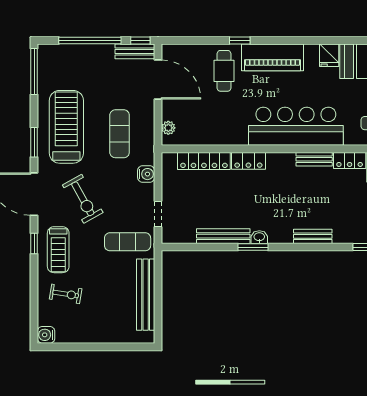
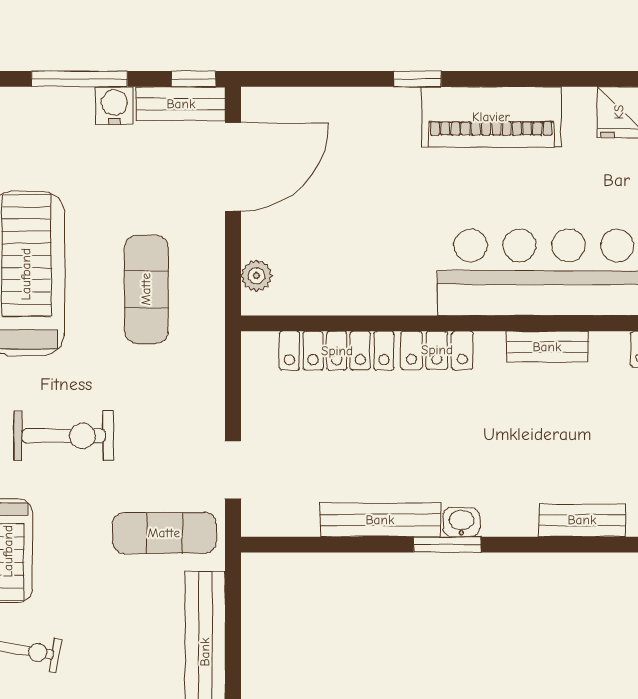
window: (90, 40) -> (80, 79), width x0.68
cafe table: (224, 71) -> (382, 147), removed
door: (158, 79) -> (233, 167), hinge flipped
bench: (314, 159) -> (547, 347), moved
water cooler: (146, 174) -> (114, 106), moved, turned -90
exercise bike: (83, 199) -> (64, 436), turned -61

